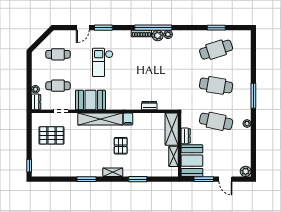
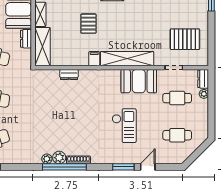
pallet: (121, 146) -> (88, 24), moved

